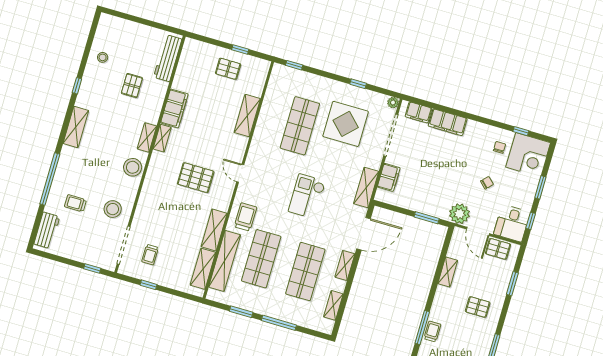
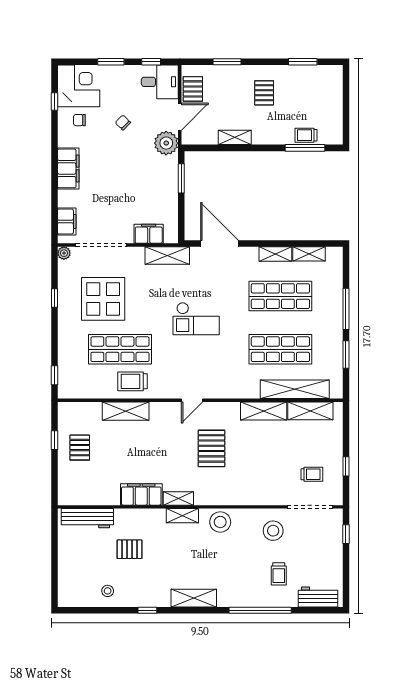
filing cabinet: (448, 122) -> (68, 168), moved
trolley: (245, 217) -> (133, 381), moved
shelving: (345, 265) -> (275, 254), moved

